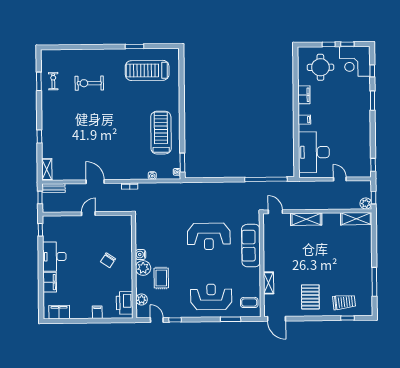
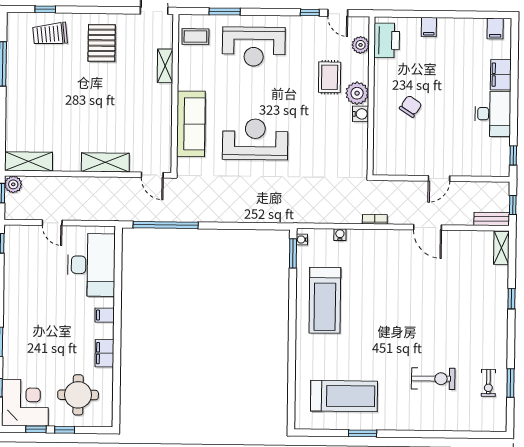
filing cabinet: (59, 312) -> (495, 29), width x0.50

